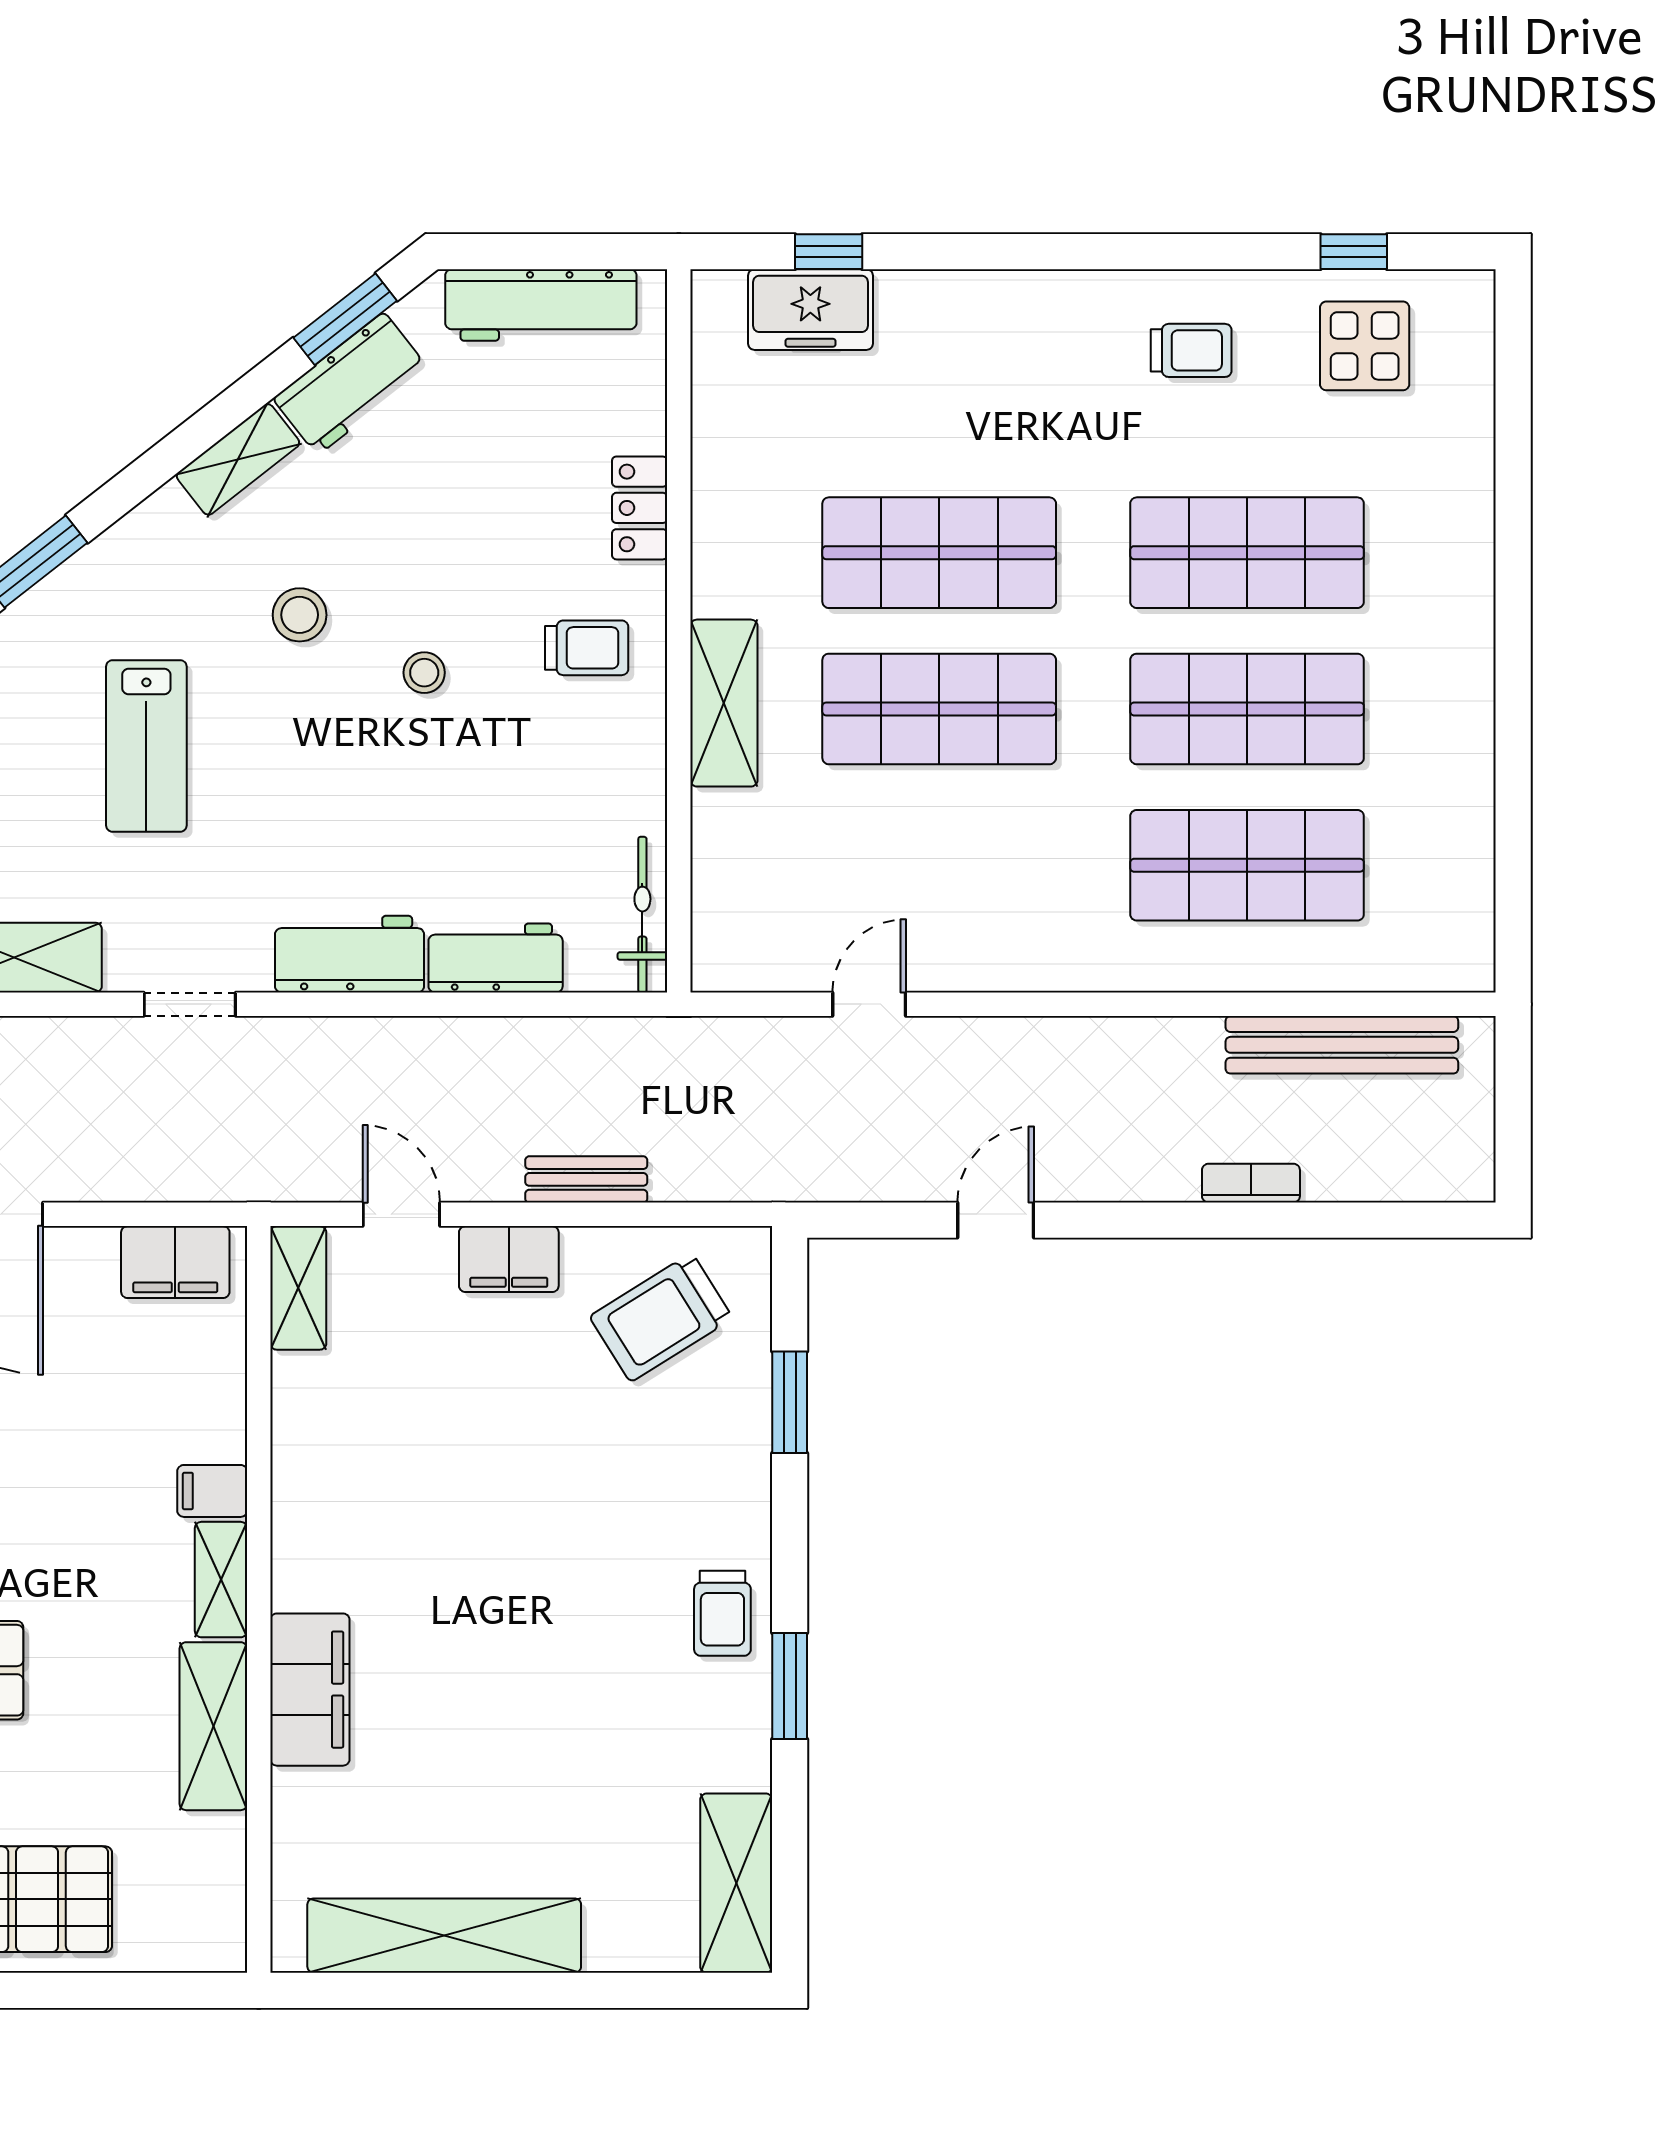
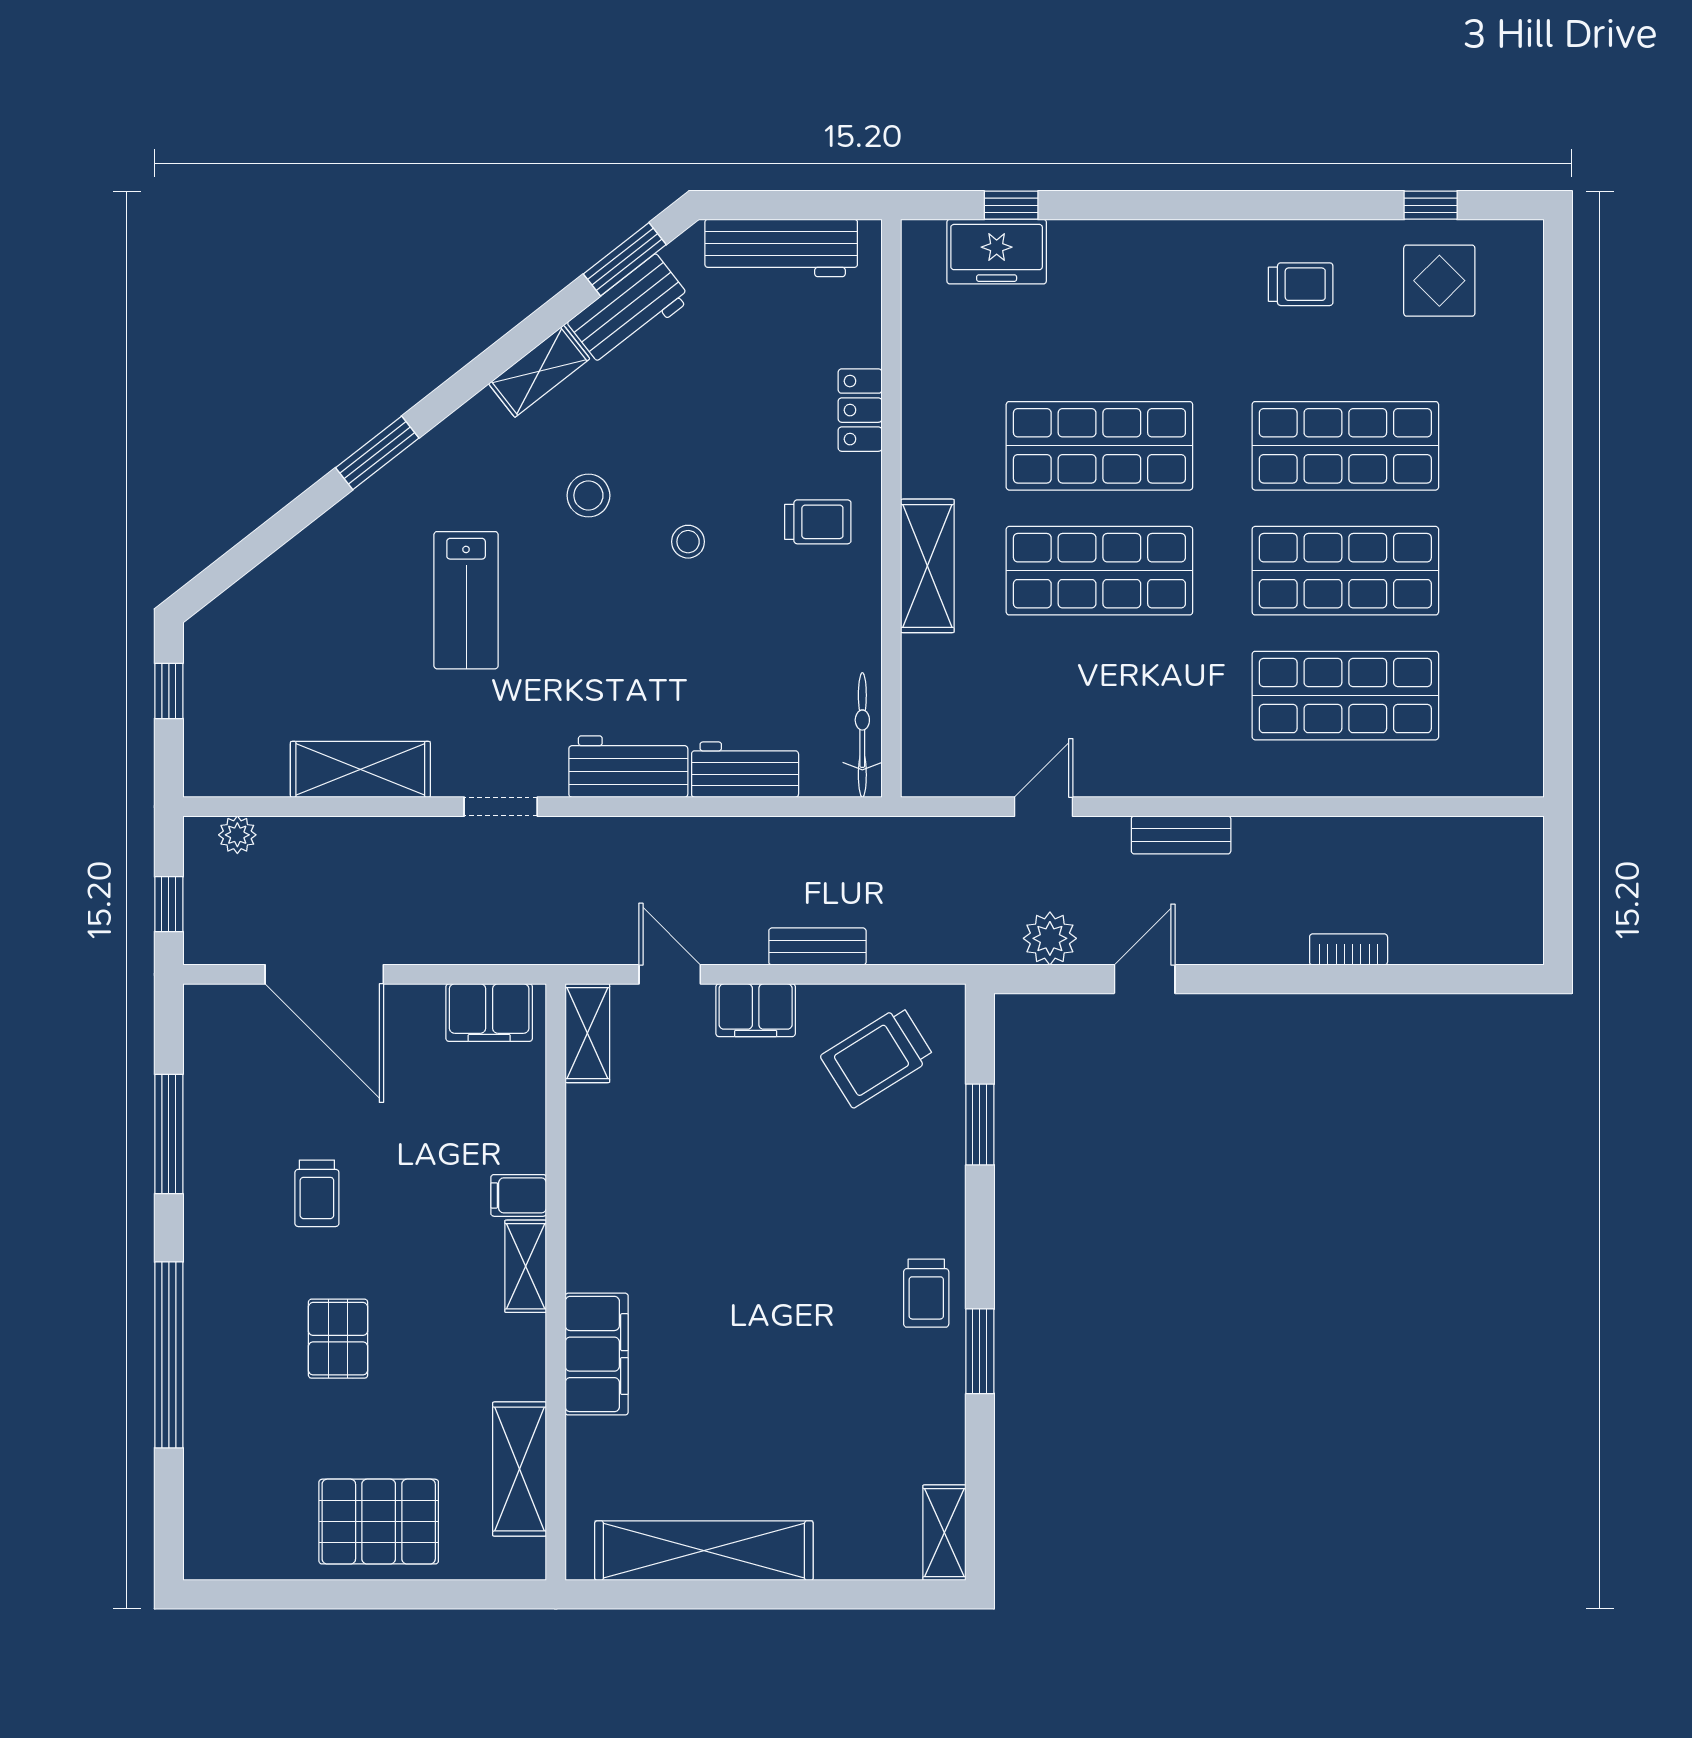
bench: (1342, 1045) -> (1181, 835), moved, width x0.54, depth x0.82
plant: (877, 1169) -> (1050, 938), added
shelving: (213, 1726) -> (520, 1469), moved
shelving: (736, 1883) -> (944, 1533), width x0.67, depth x0.75

